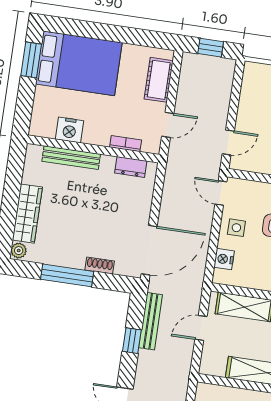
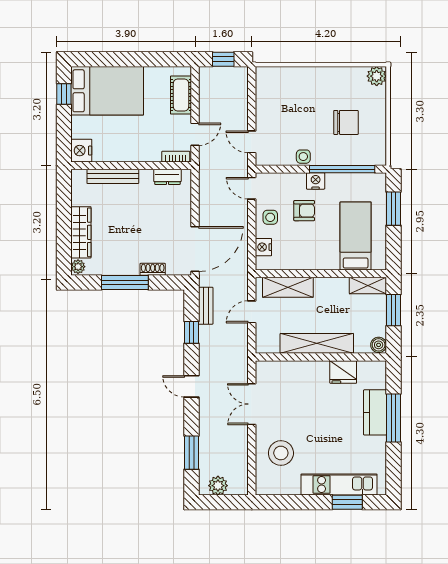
window: (31, 60) -> (64, 94), width x0.67
nightstand: (69, 130) -> (81, 151), moved, turned 90
door: (228, 142) -> (252, 142), swing flipped
bookcase: (126, 144) -> (176, 157), moved
bench: (151, 321) -> (206, 306), width x0.73

